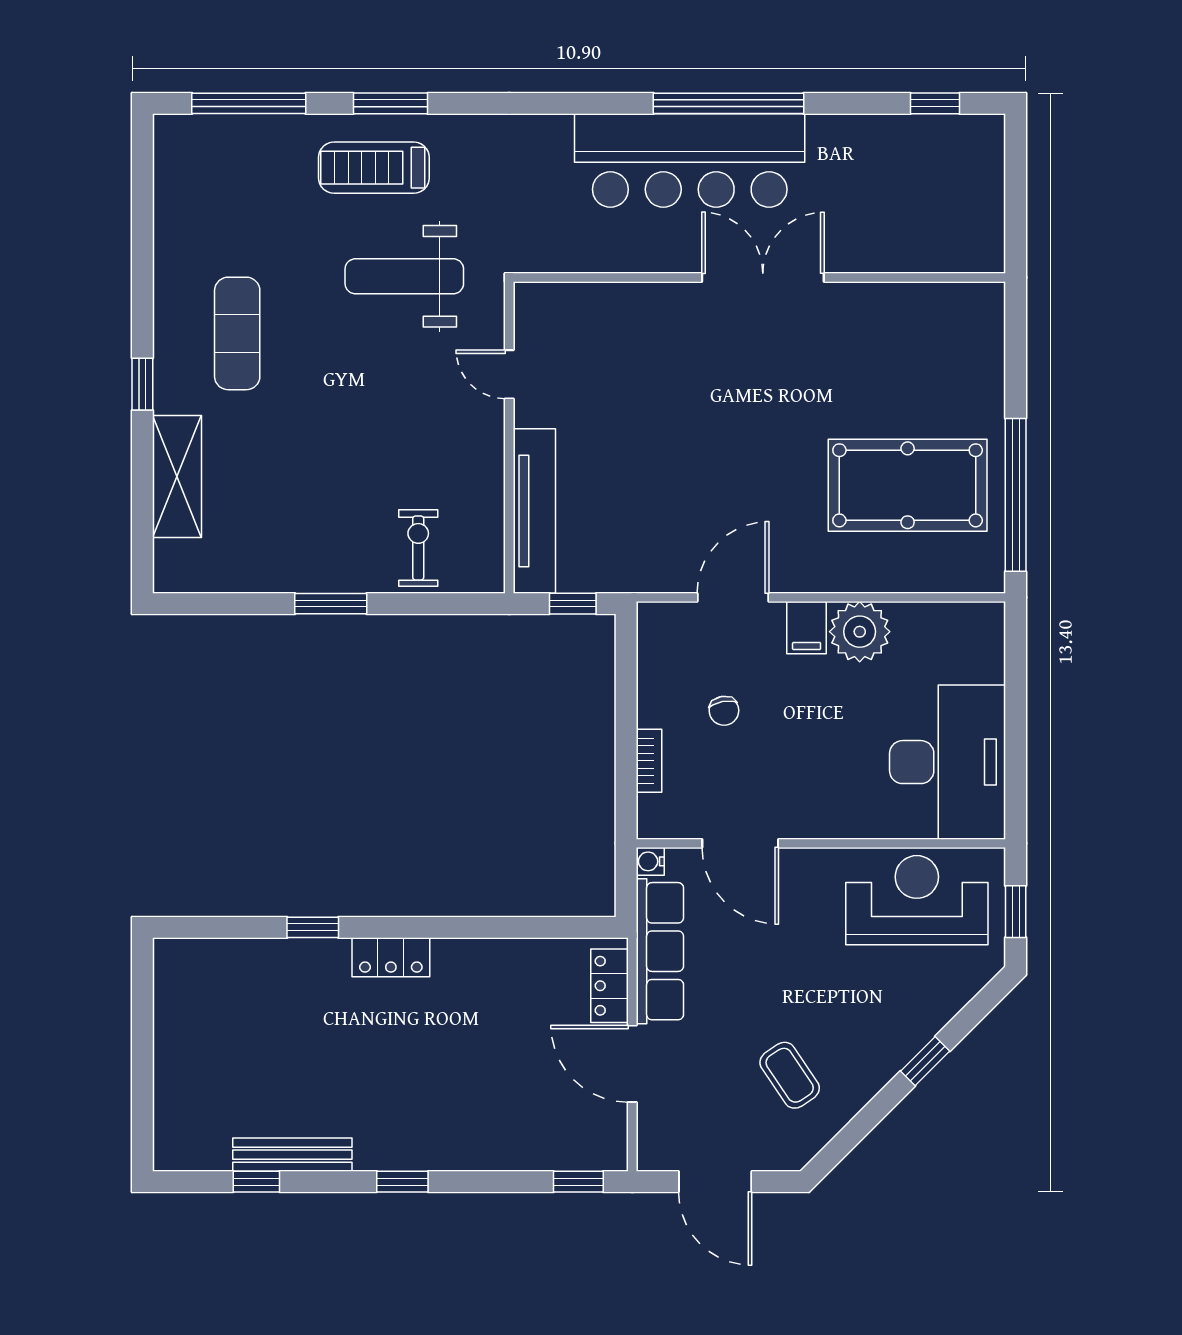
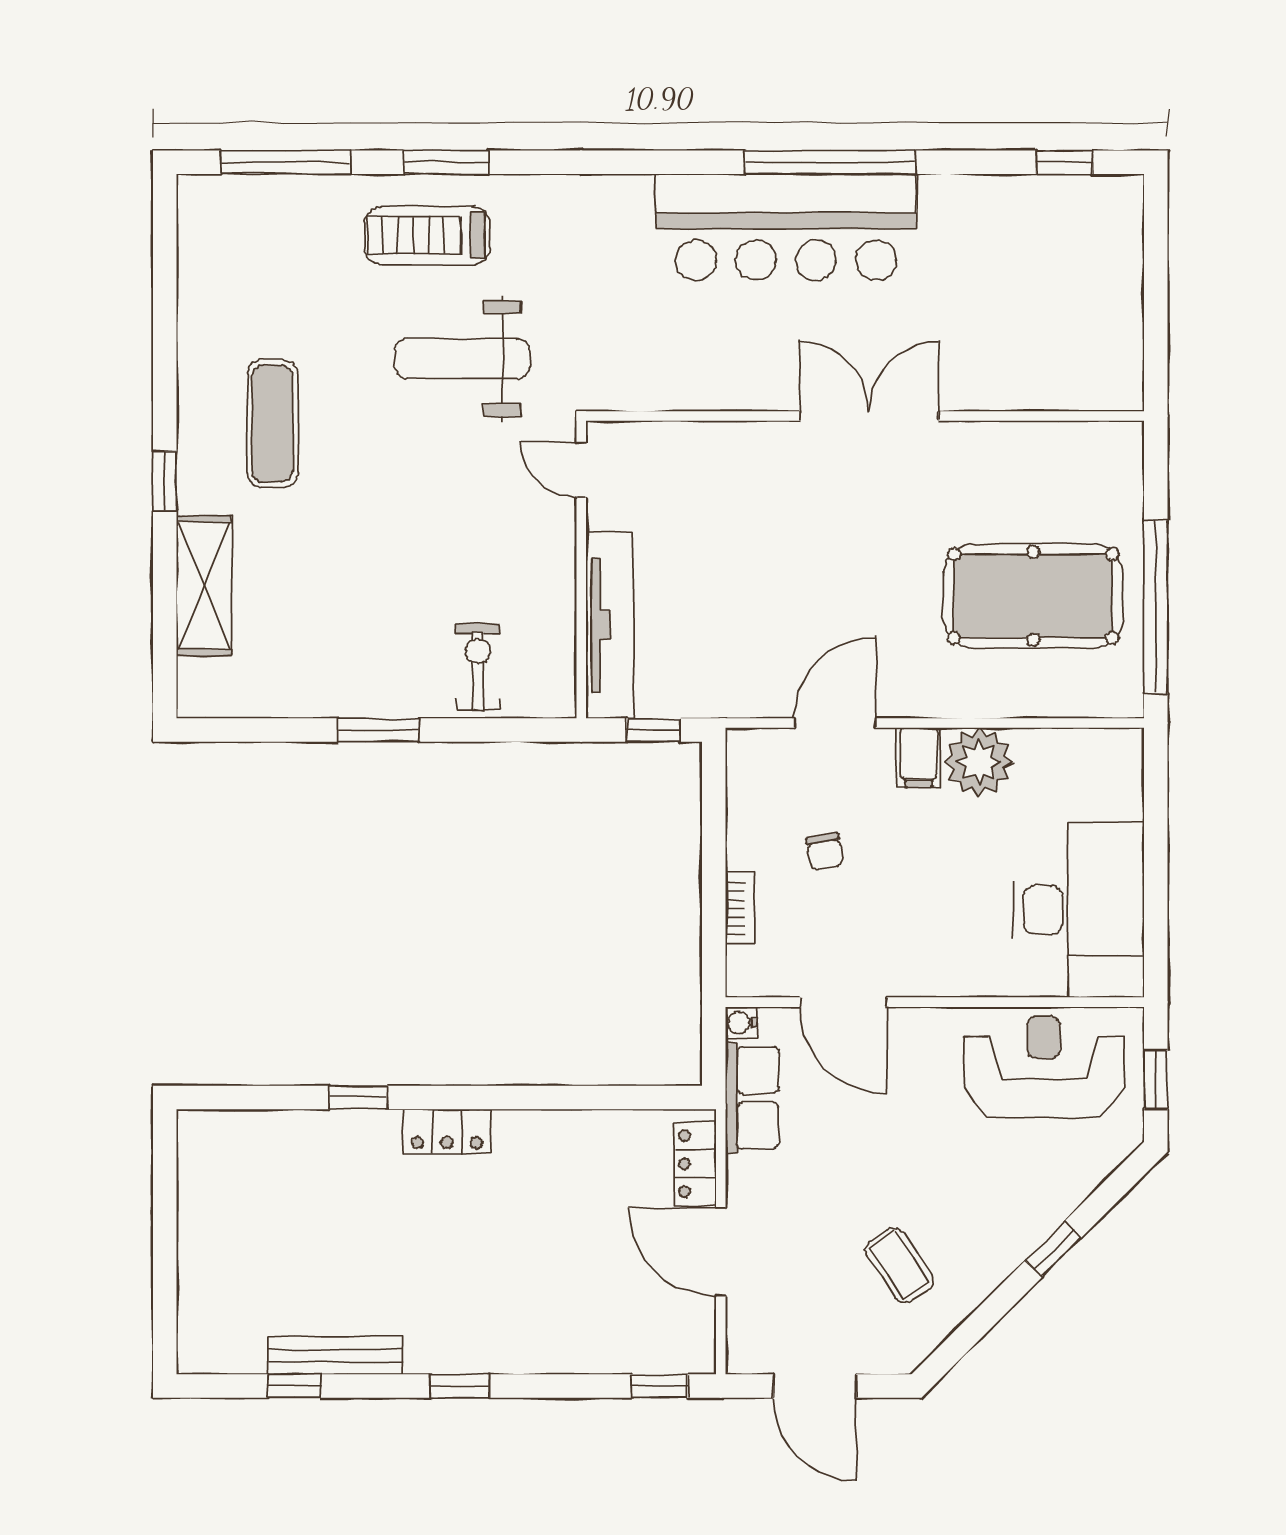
wall: (759, 278) -> (865, 416), moved
double door: (763, 278) -> (869, 416), moved
row of seats: (660, 951) -> (752, 1098), width x0.68

